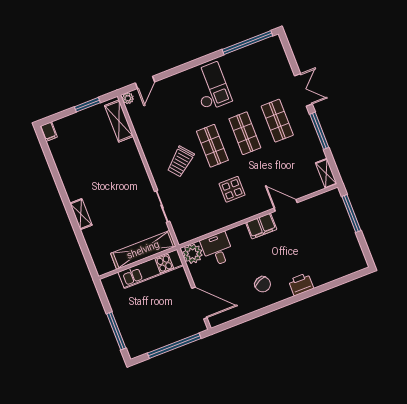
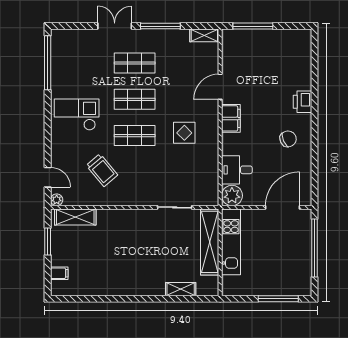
filing cabinet: (49, 132) -> (59, 273), moved
trolley: (181, 162) -> (102, 170), moved
shelving: (81, 214) -> (181, 289), moved

